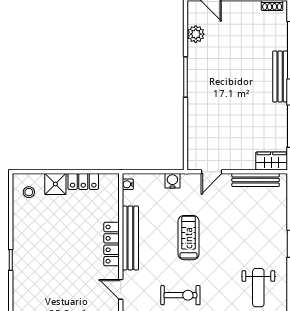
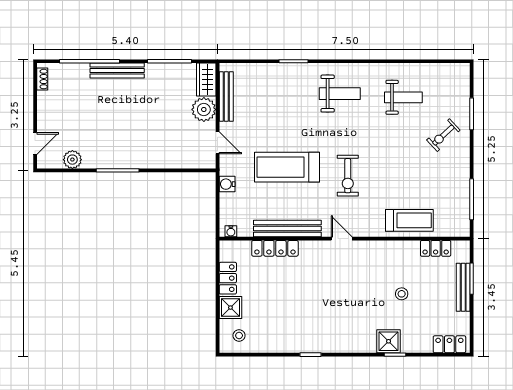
plant: (243, 159) -> (204, 109), added
treadmill: (189, 238) -> (287, 167), width x1.37, depth x1.38
locker: (112, 244) -> (275, 248), moved
door: (121, 289) -> (342, 239), swing flipped
exercise bike: (180, 295) -> (348, 176), turned 180

